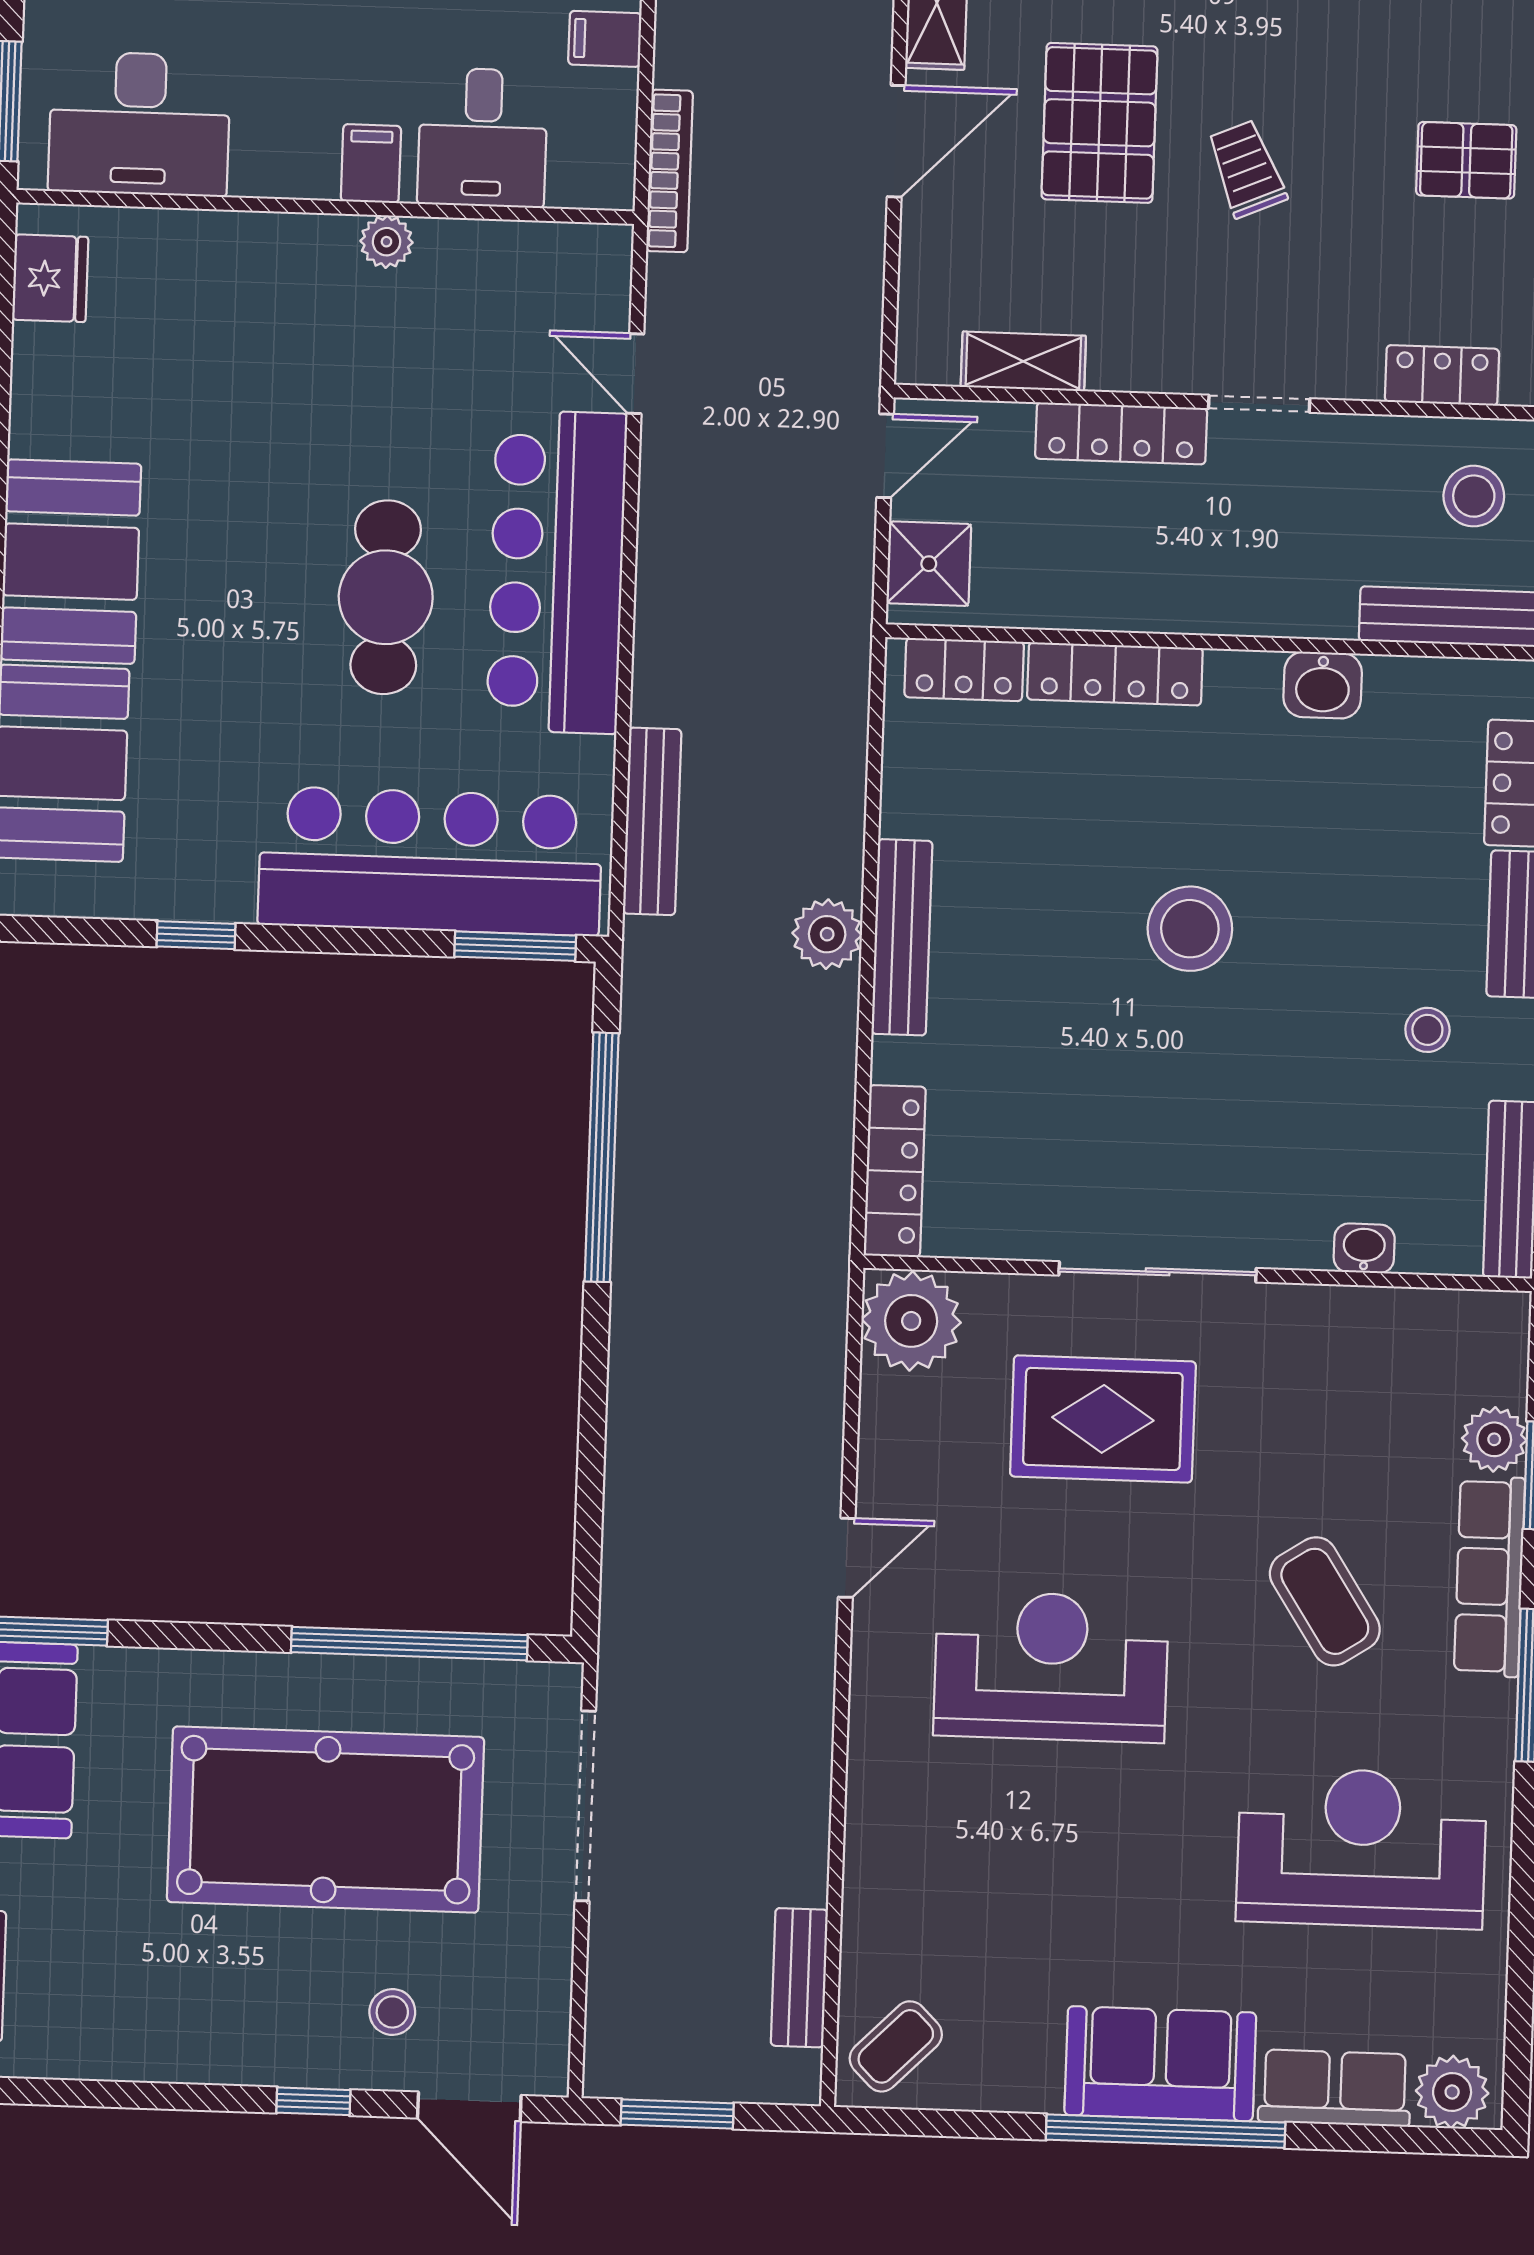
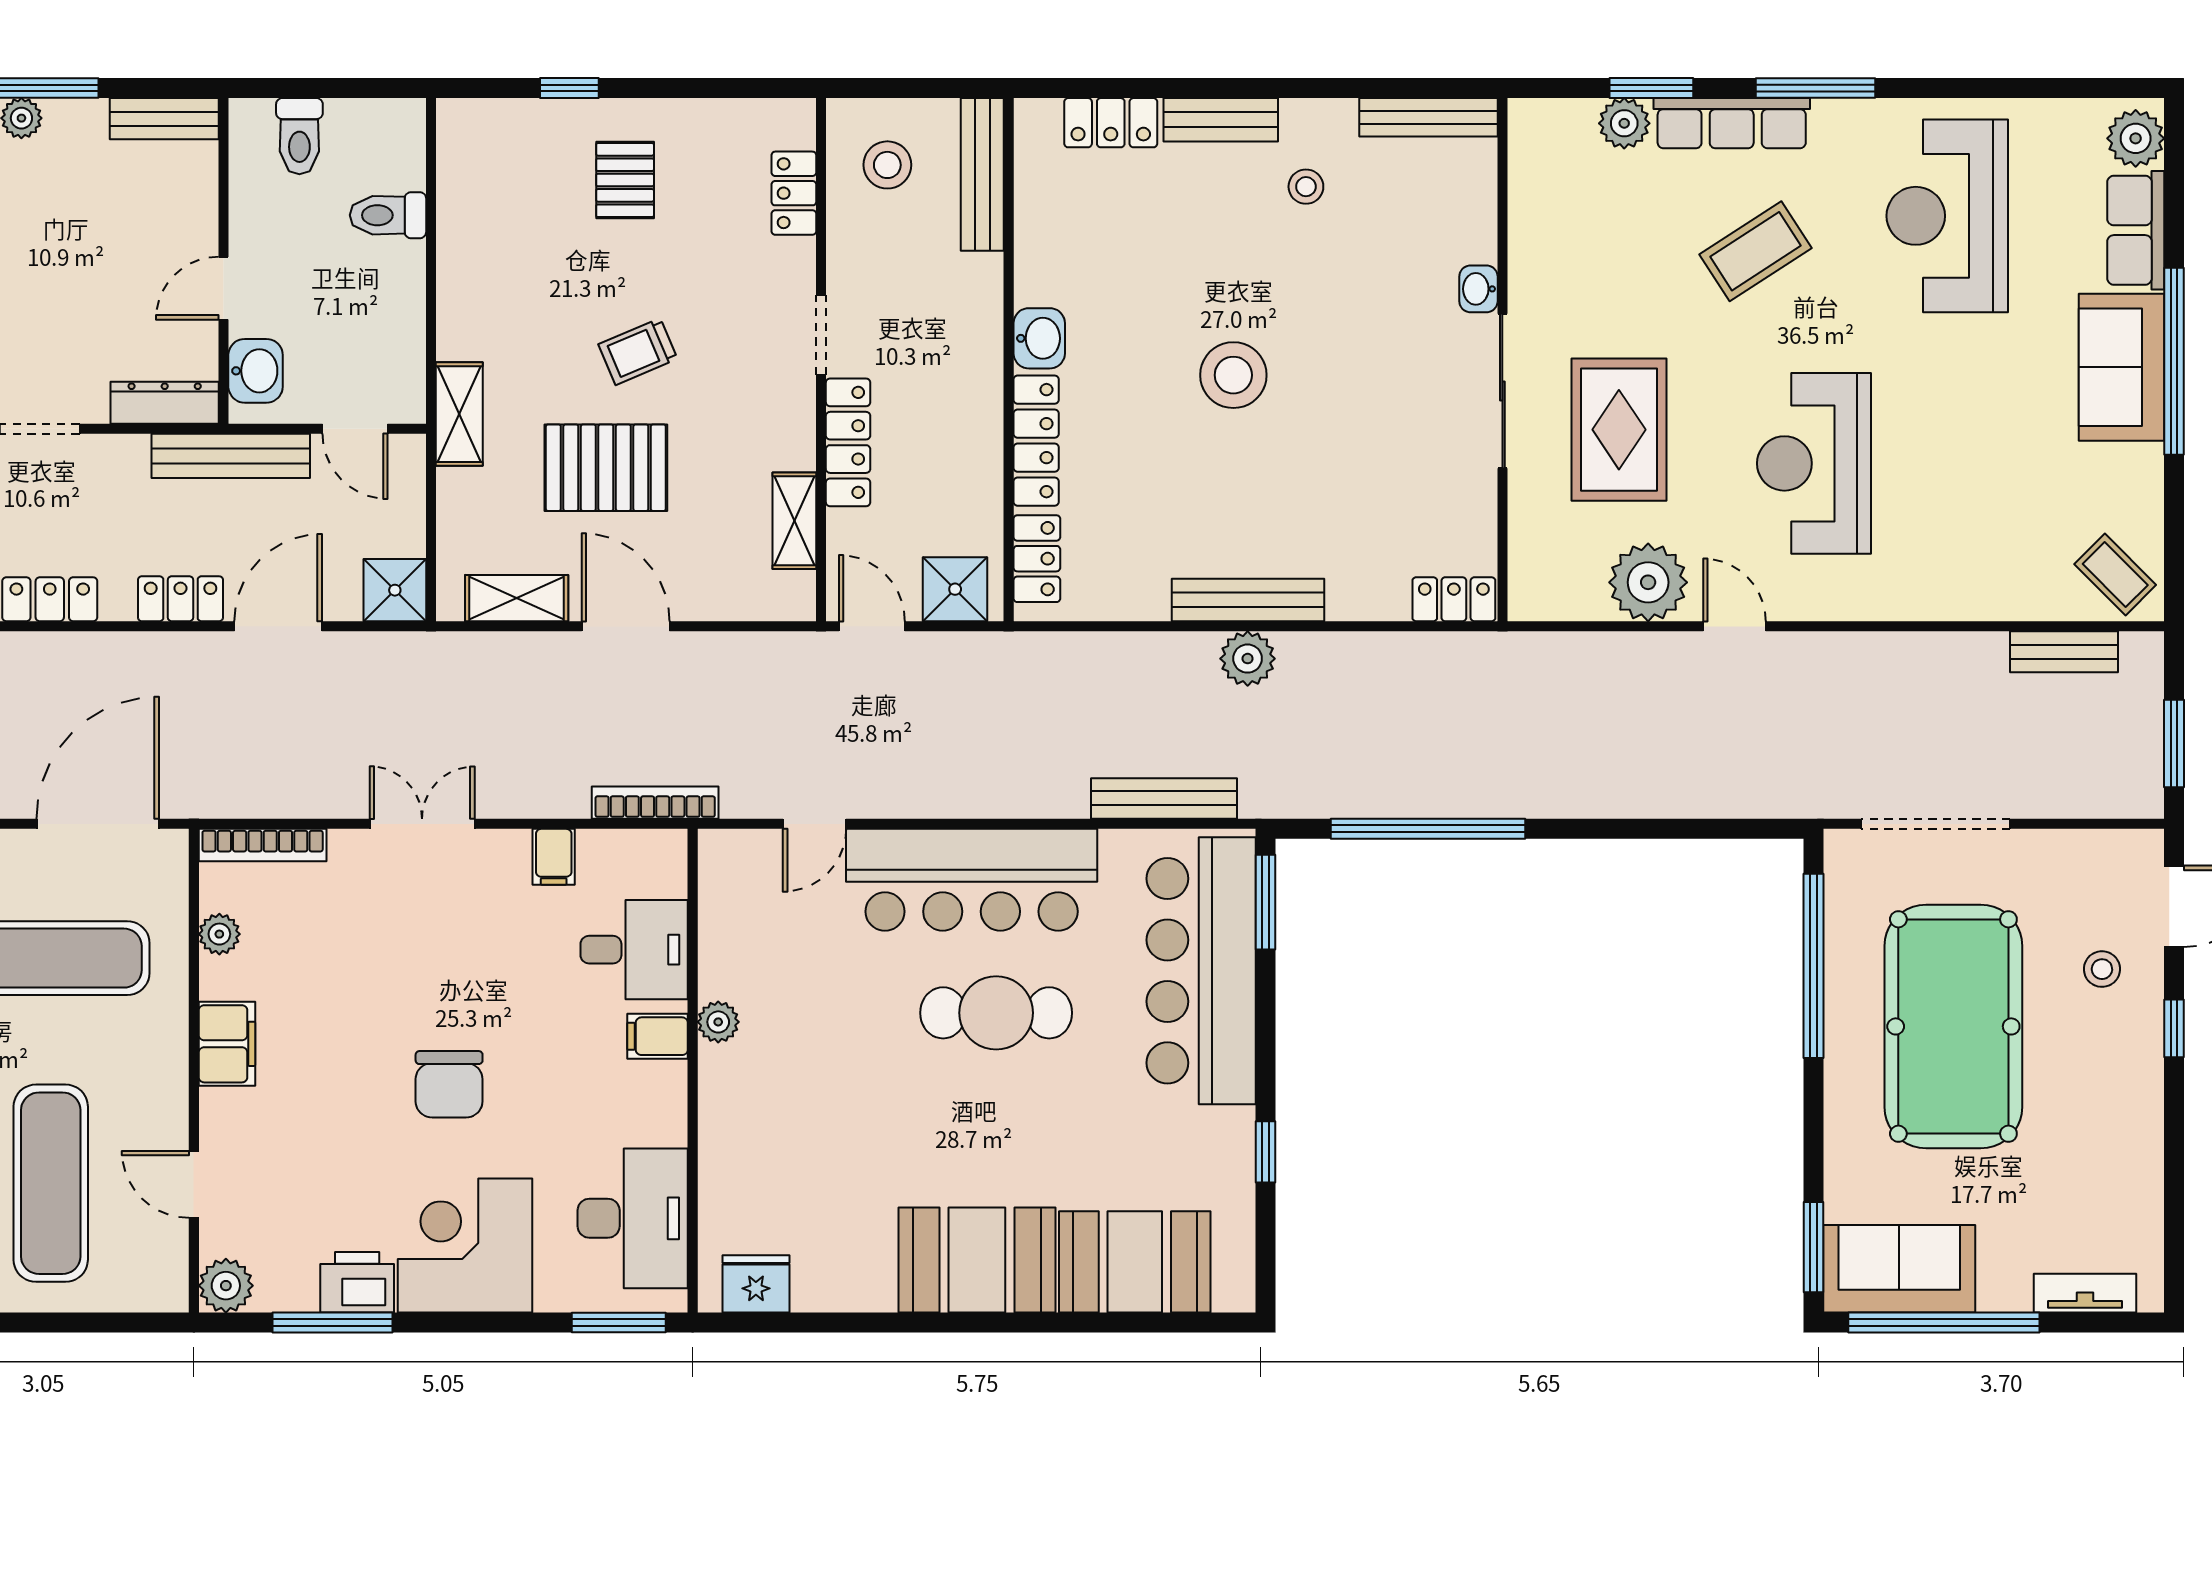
washbasin: (1323, 685) -> (1039, 338), moved
locker: (895, 1171) -> (1454, 599), width x0.66
washbasin: (1364, 1248) -> (1478, 289), moved
plant: (911, 1321) -> (1648, 582), moved

